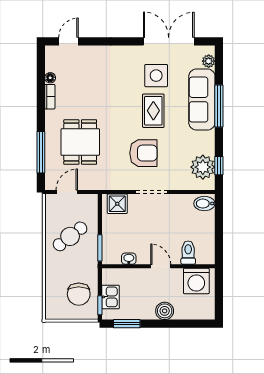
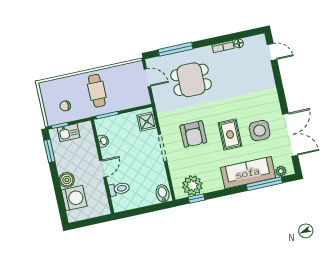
window: (219, 106) -> (264, 184), moved
rug: (153, 111) -> (230, 134), turned 90
cafe table: (70, 236) -> (97, 91), moved, turned 38
washing machine: (196, 281) -> (74, 198), moved, turned 180
chair: (79, 294) -> (65, 106), width x0.54, depth x0.54

